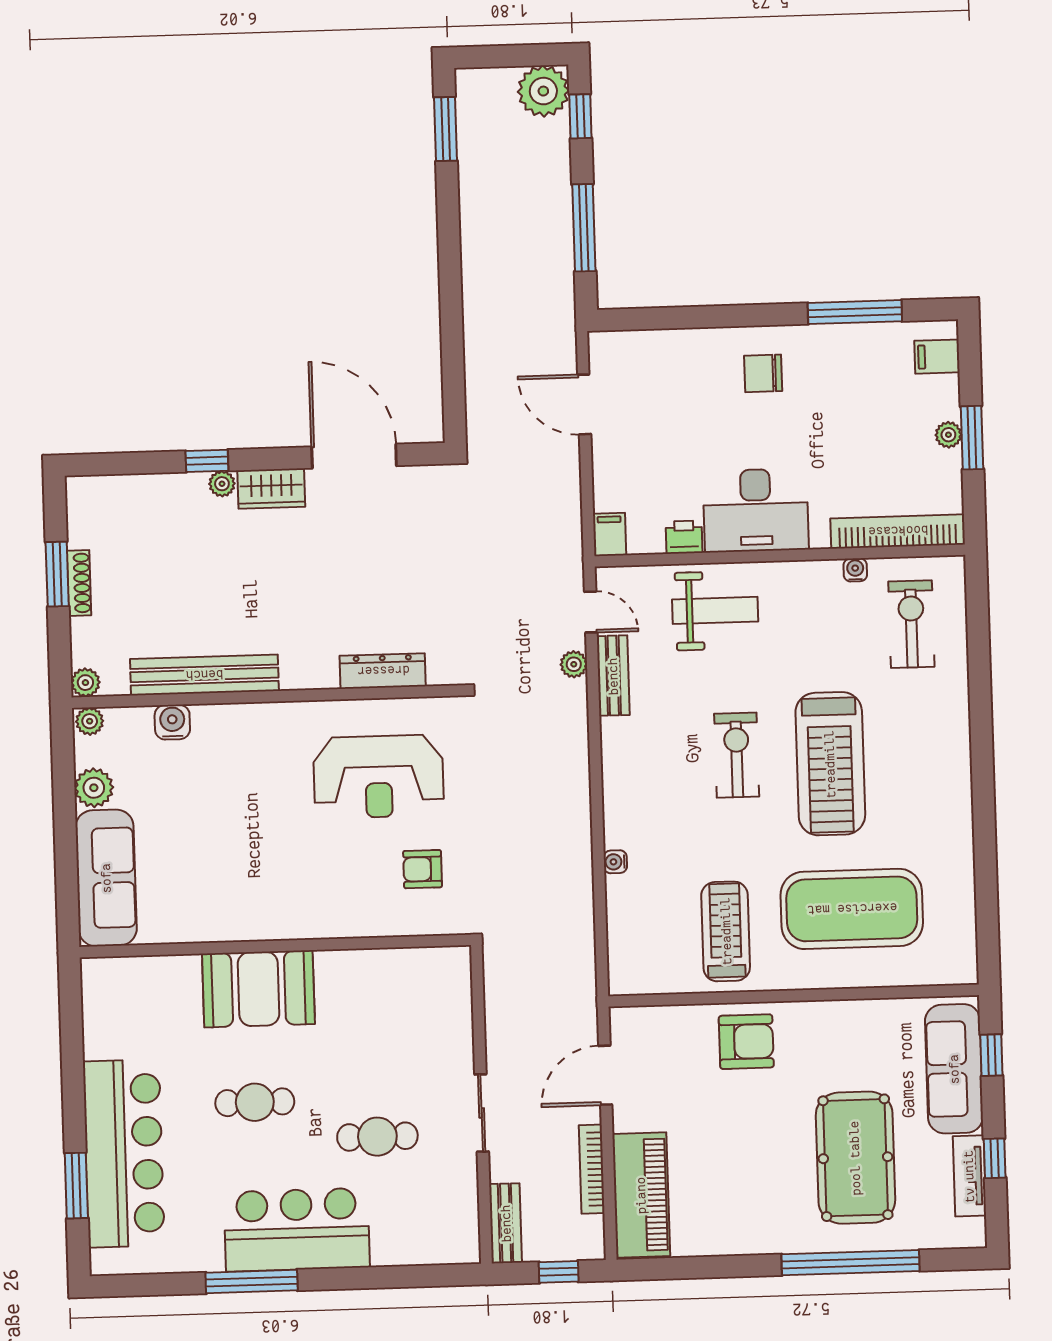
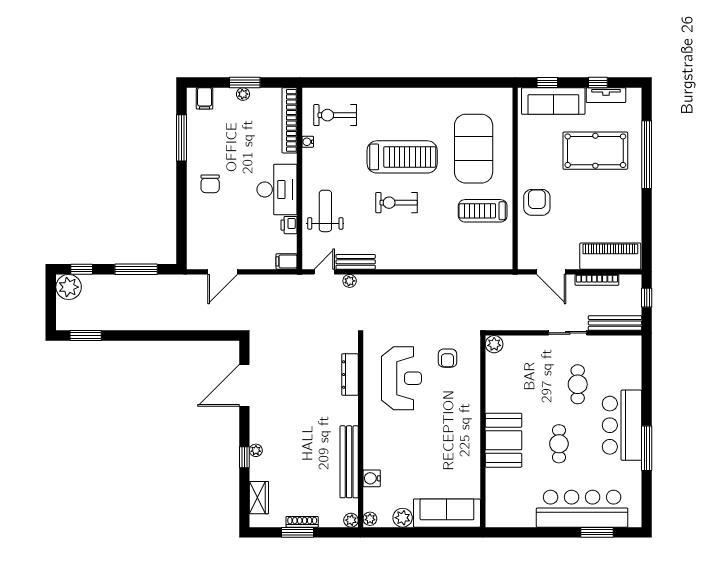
wardrobe: (271, 489) -> (259, 498), moved
water cooler: (615, 862) -> (447, 264), removed
plant: (454, 963) -> (494, 344), added
bench: (506, 1223) -> (615, 323), width x1.36

